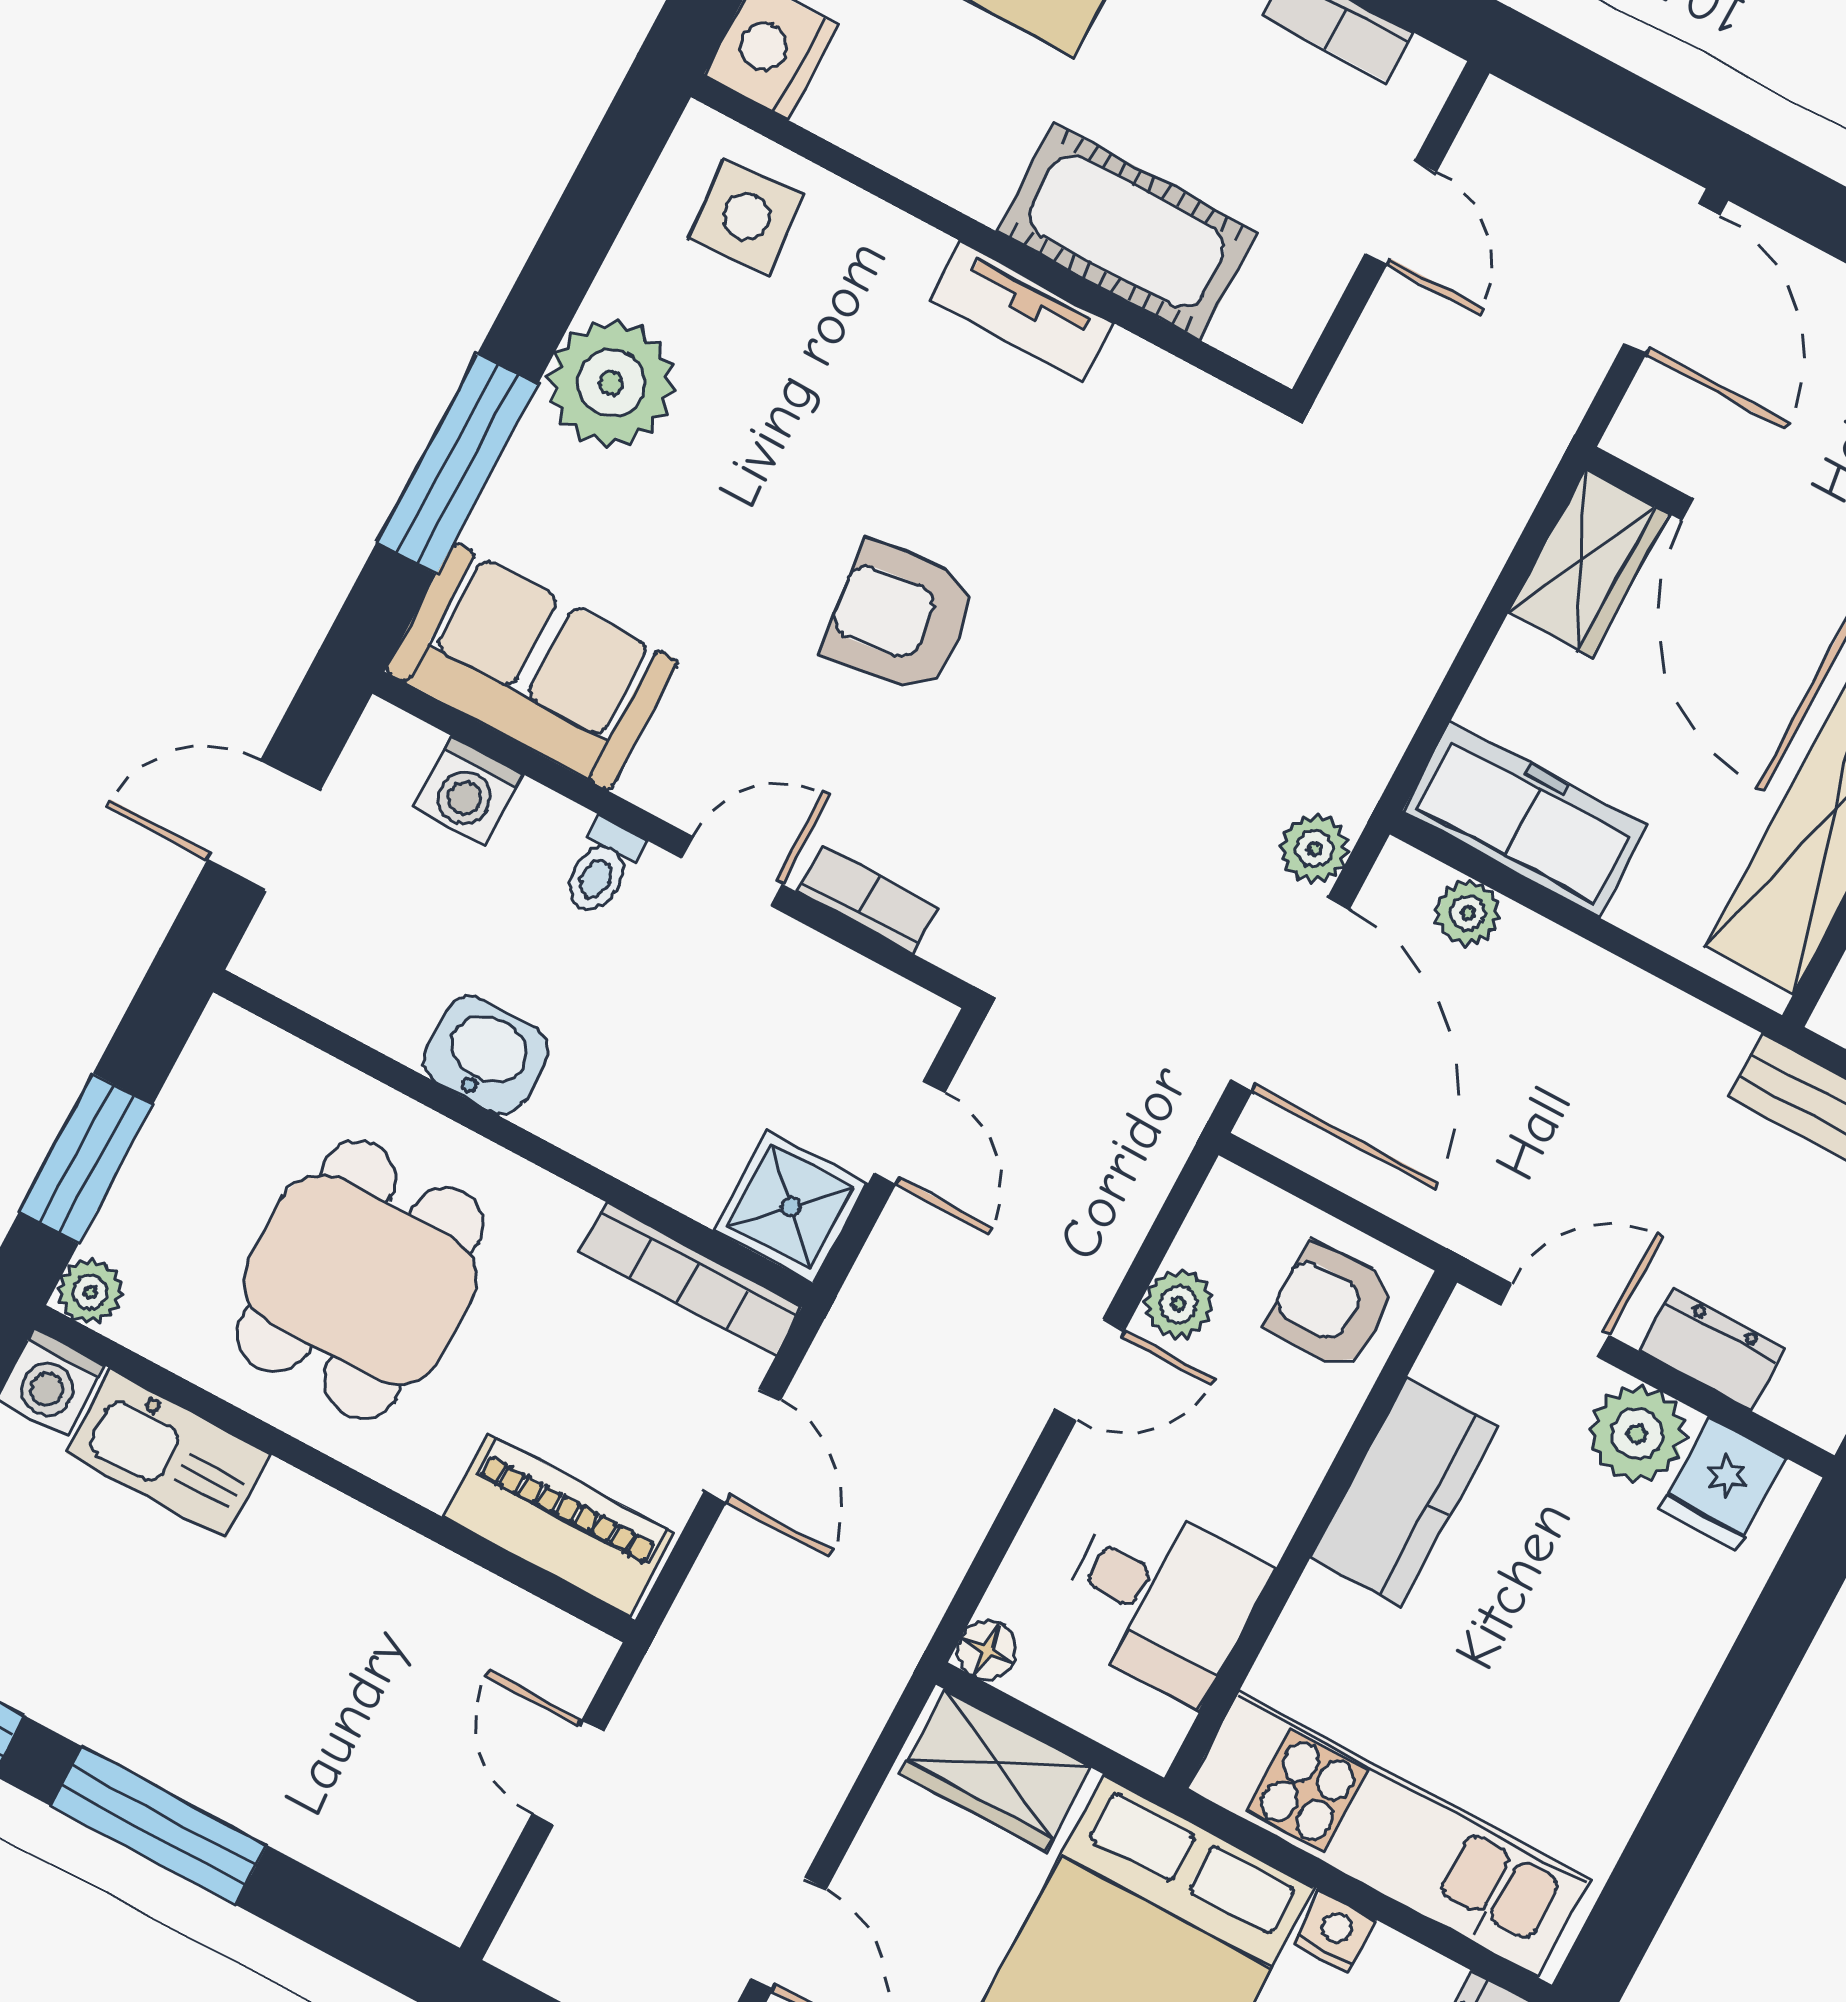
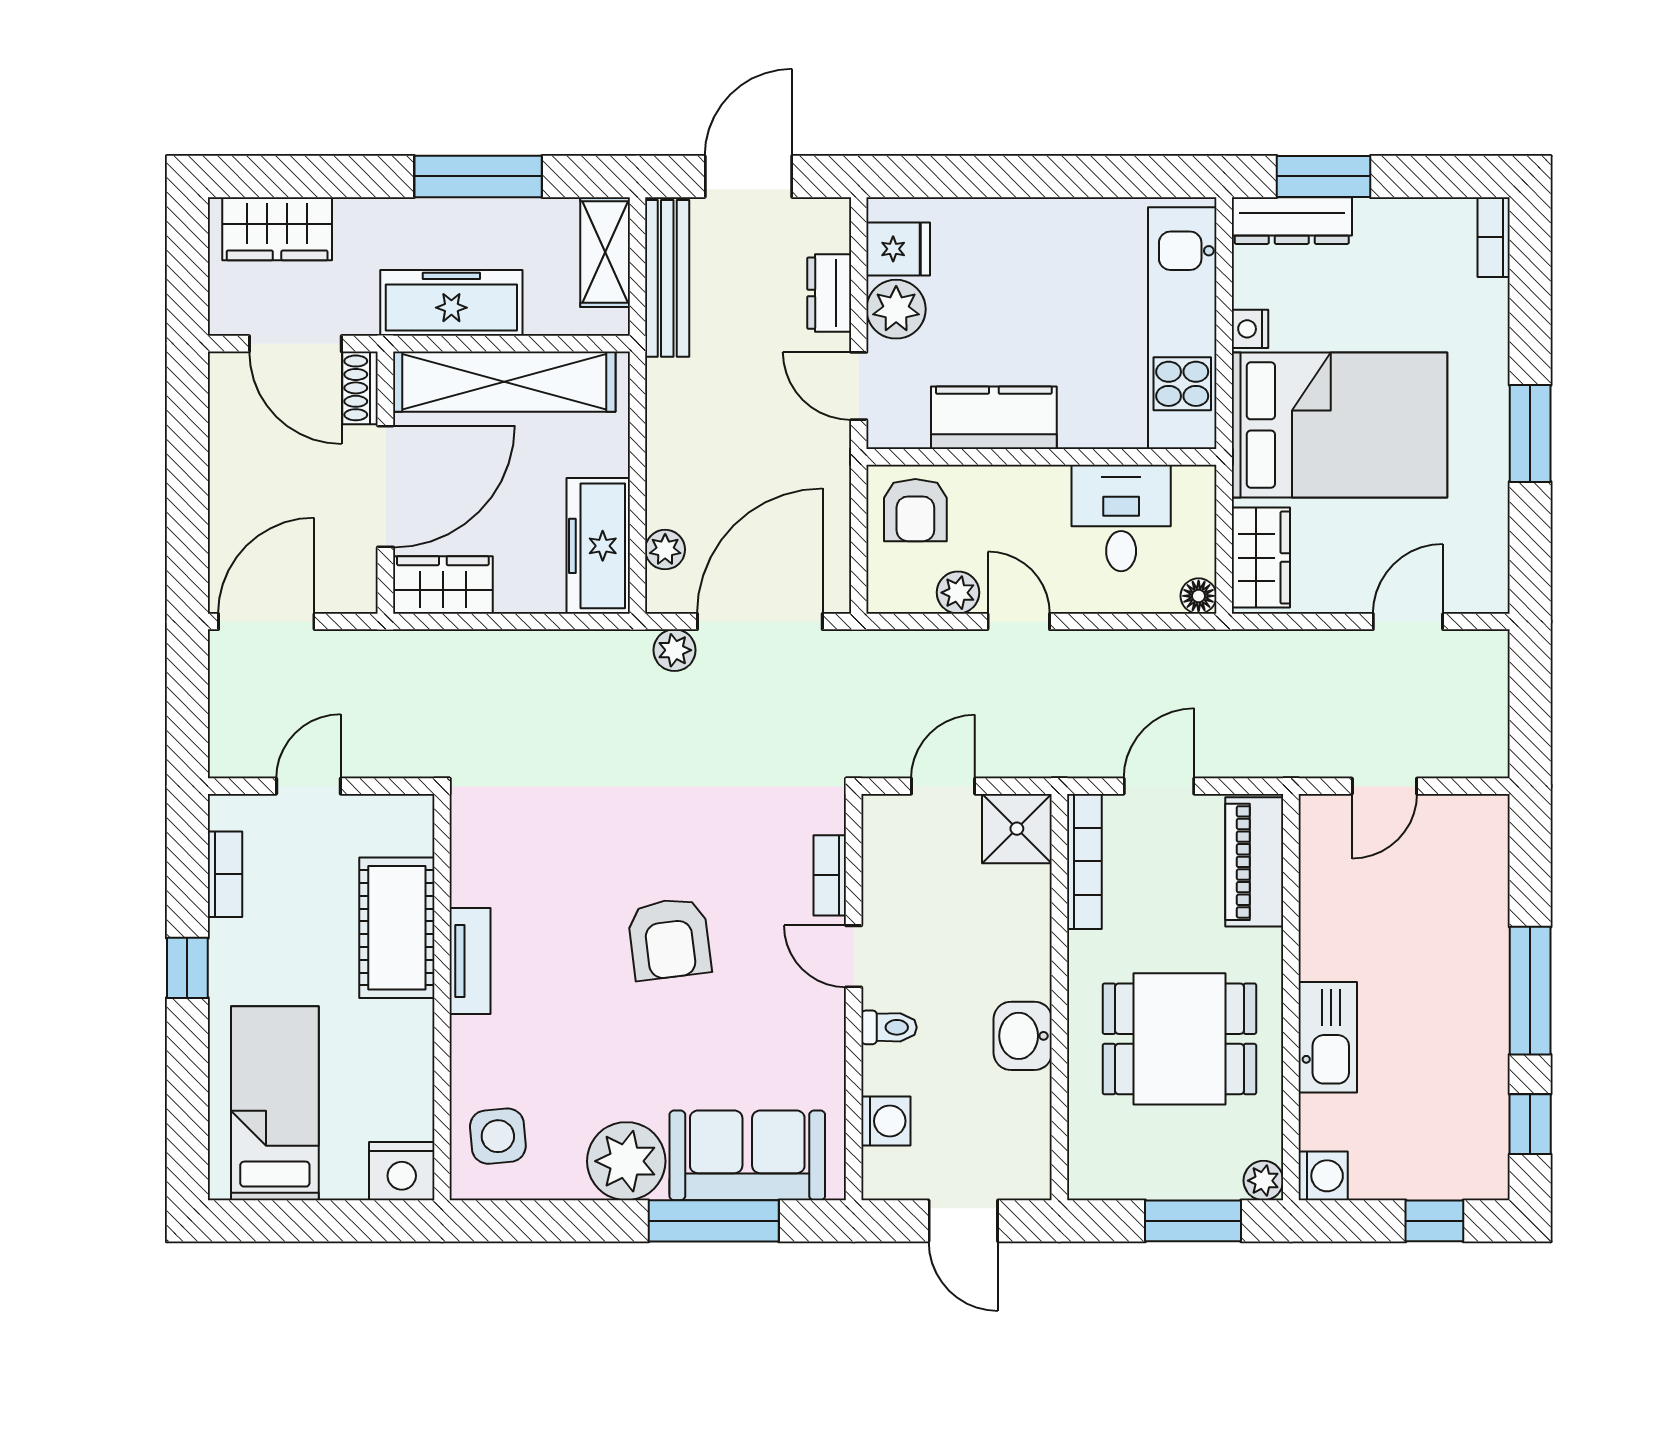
sofa: (532, 666) -> (747, 1155), moved, turned 90
kitchen sink: (168, 1454) -> (1328, 1037), moved

